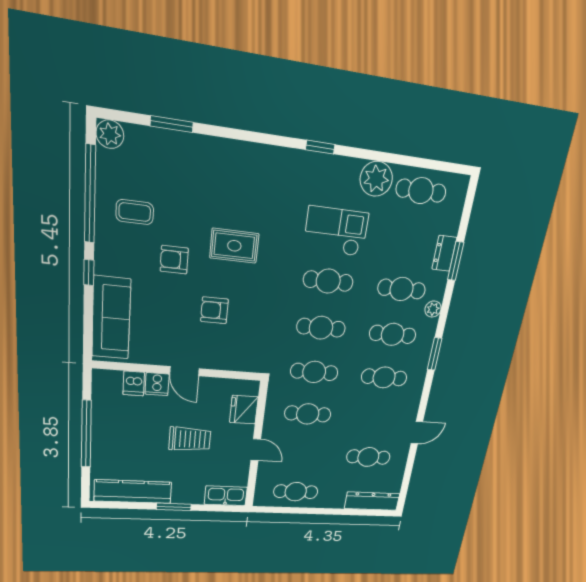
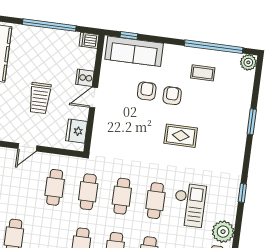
window: (172, 124) -> (252, 122), moved
coffee table: (135, 212) -> (203, 73), turned 90
rug: (234, 246) -> (181, 136), turned 90
window: (89, 272) -> (129, 36), moved
armchair: (214, 310) -> (147, 91), moved
dishwasher: (134, 383) -> (89, 40), moved
fridge: (244, 410) -> (77, 131), moved, turned -90

